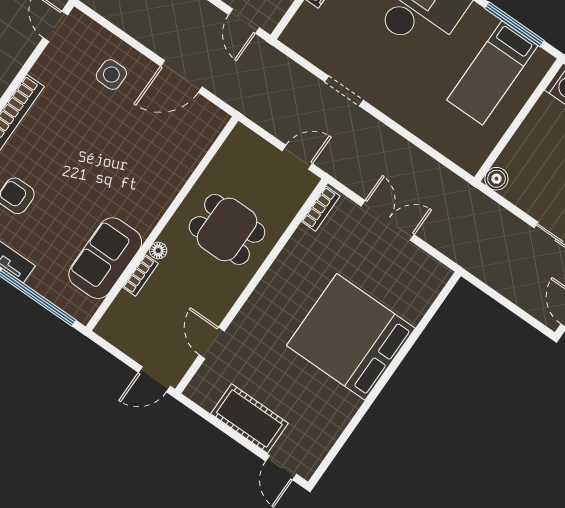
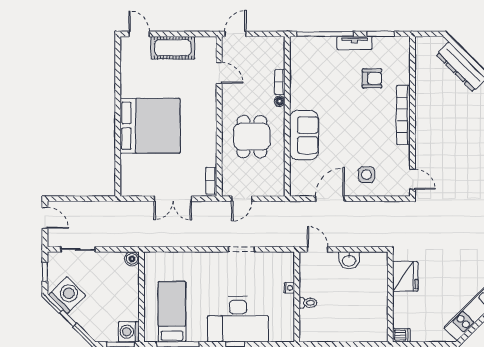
dining table: (227, 229) -> (252, 137), turned 90
sofa: (105, 258) -> (304, 135), moved

